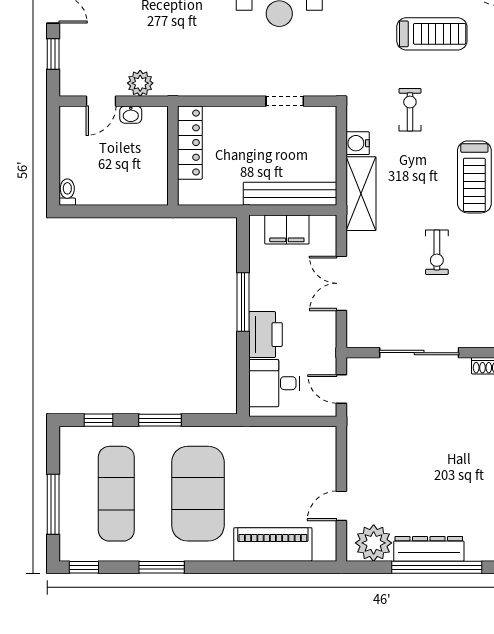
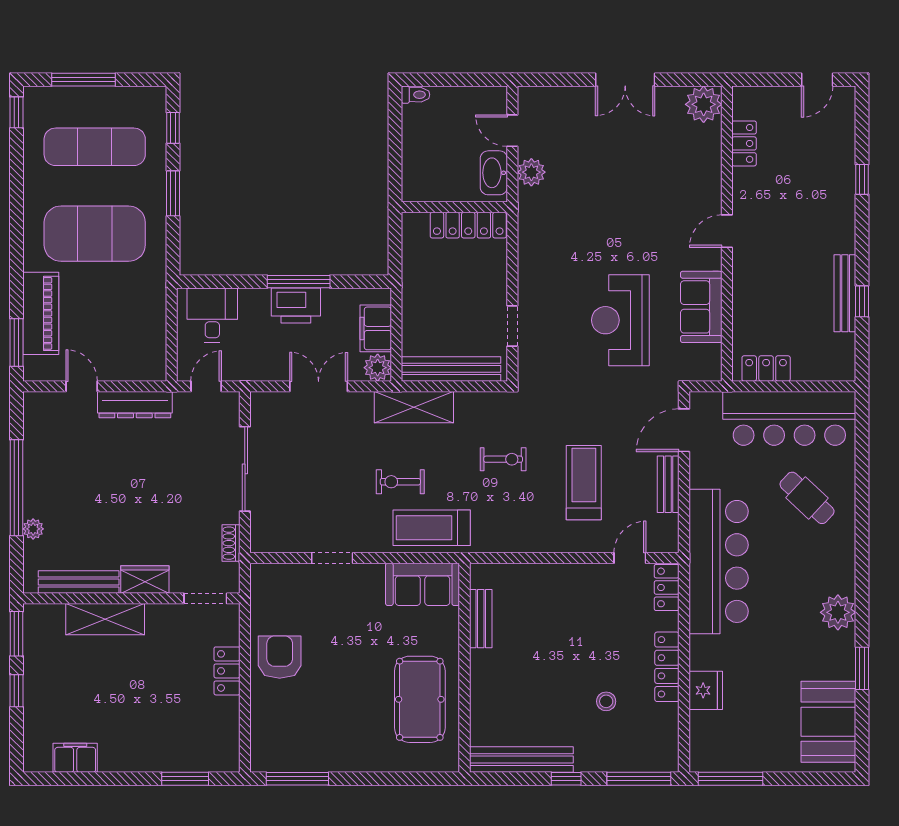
treadmill: (432, 34) -> (584, 483), turned 180
window: (53, 54) -> (562, 80), removed
washbasin: (131, 115) -> (494, 173), width x1.91, depth x1.45
water cooler: (358, 143) -> (468, 404), removed
bench: (290, 194) -> (451, 369), moved, turned 90
plant: (324, 228) -> (378, 368), added
exercise bike: (437, 252) -> (400, 482), moved
printer: (266, 335) -> (296, 306), moved
plant: (374, 543) -> (33, 529), moved, width x0.53, depth x0.53
dresser: (429, 549) -> (135, 405), moved, turned 90
window: (162, 567) -> (16, 343), moved

